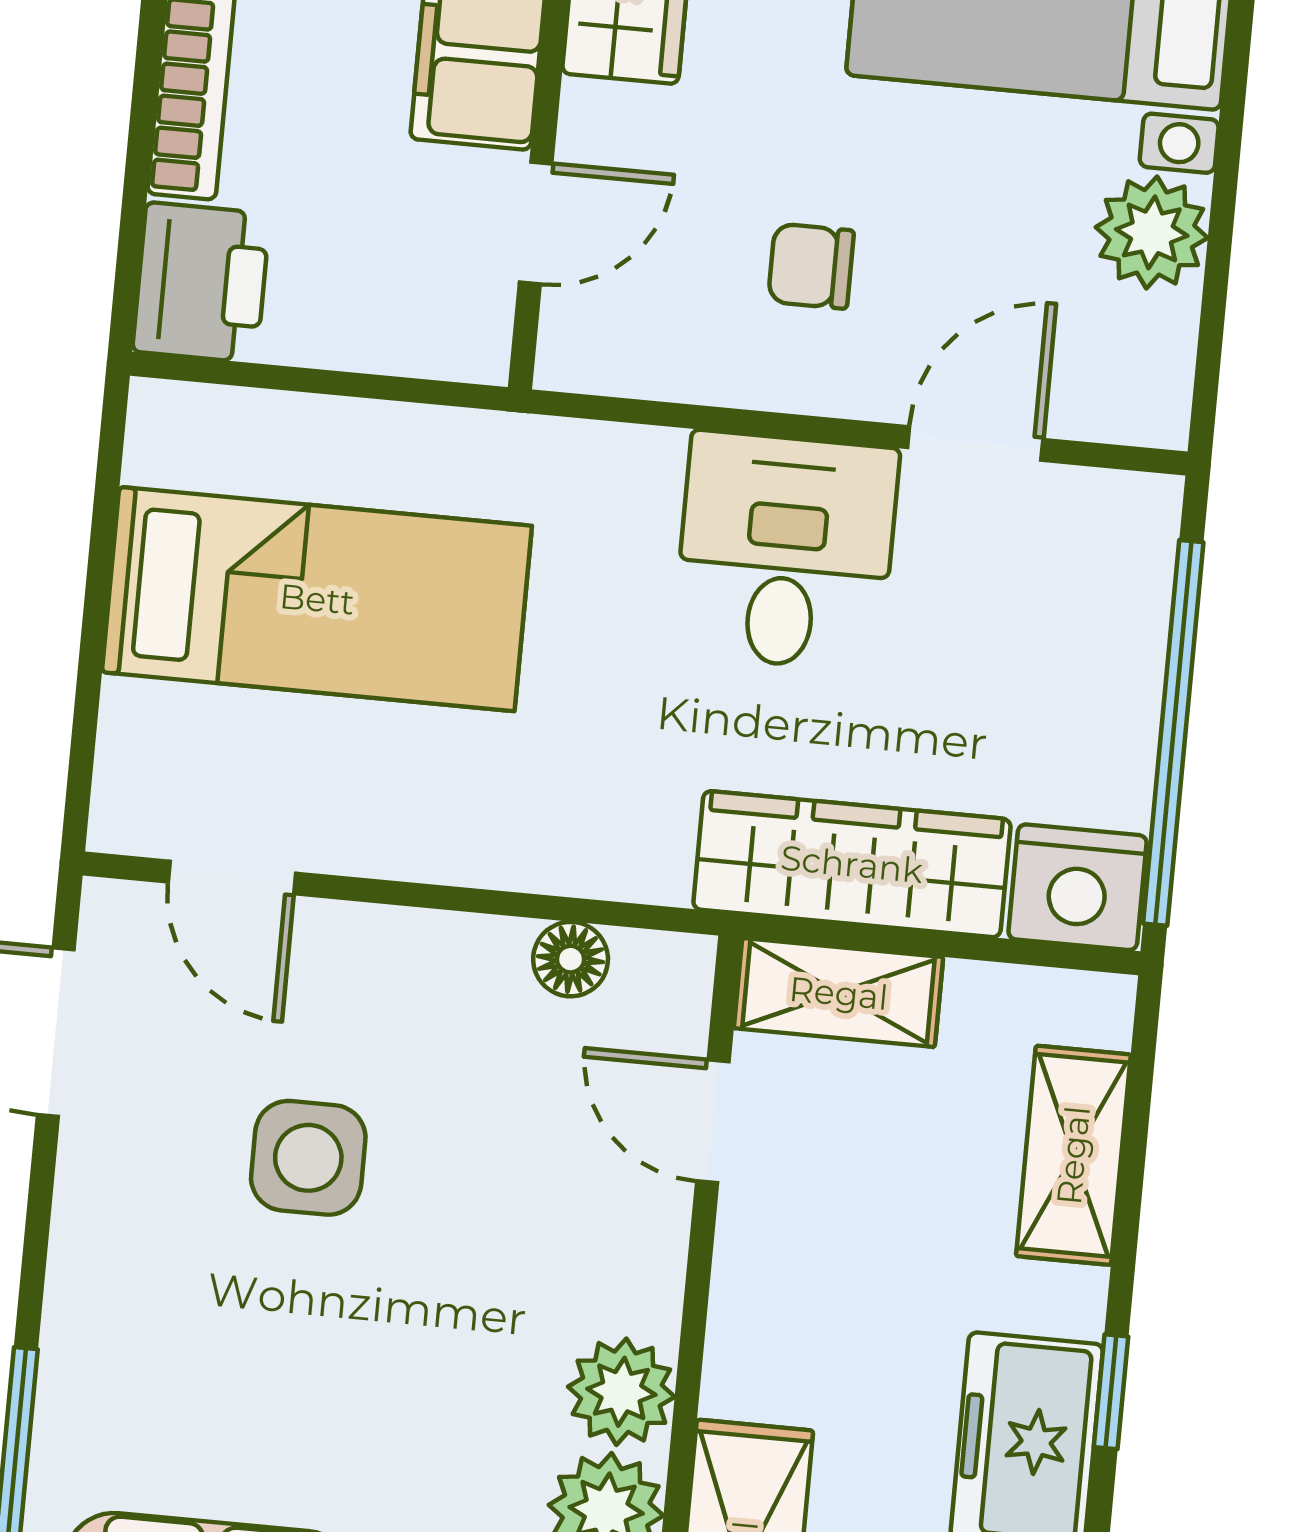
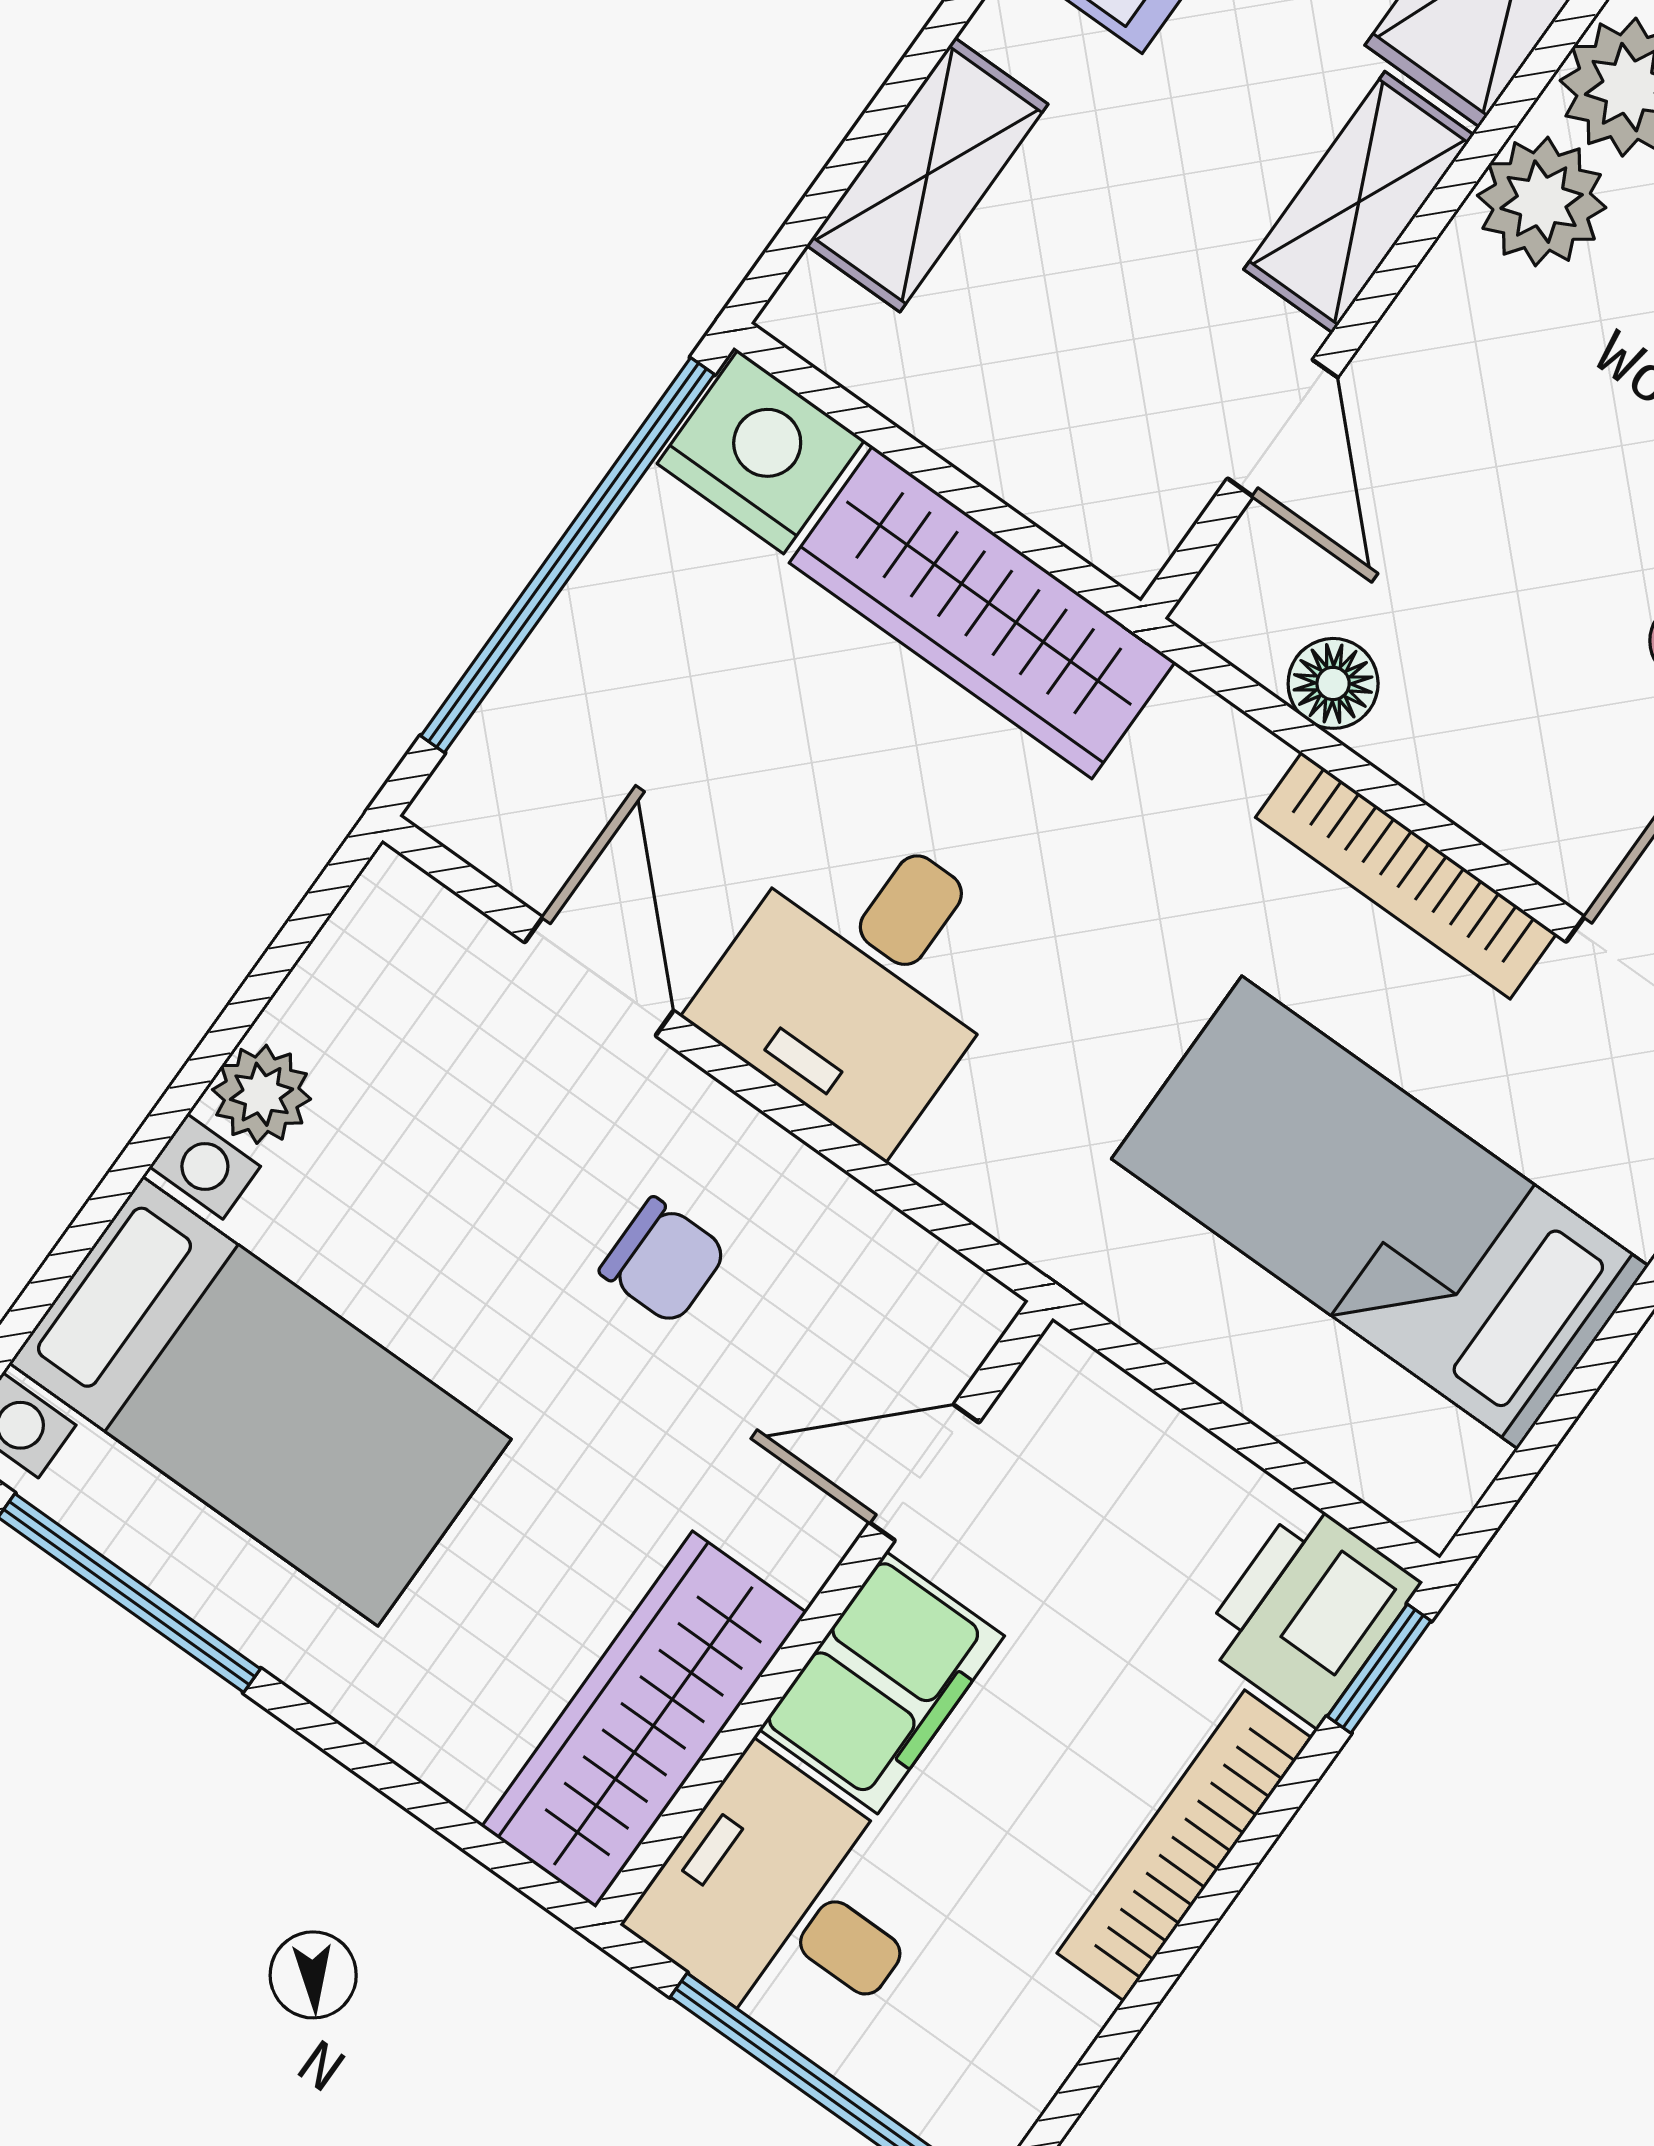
plant: (1152, 232) -> (262, 1094), width x0.73, depth x0.73
window: (128, 271) -> (1379, 1669), added
door: (975, 444) -> (599, 976), swing flipped
bookcase: (438, 852) -> (1406, 876), added
shelving: (839, 993) -> (1359, 202), moved, turned 90

